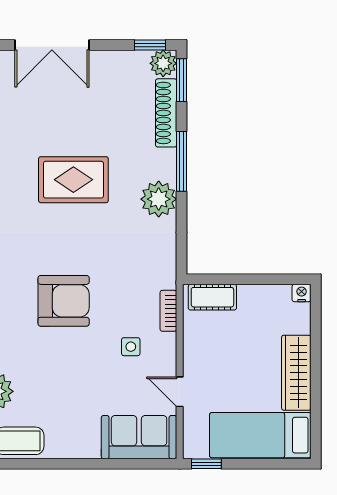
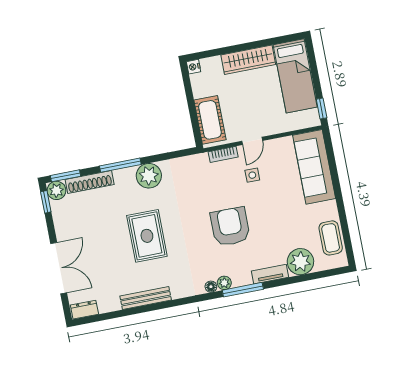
cot: (212, 297) -> (210, 120), width x1.37, depth x1.34
door: (180, 392) -> (252, 141), moved
sofa: (139, 437) -> (314, 167), width x1.36

